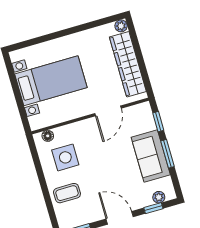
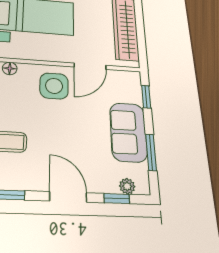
window: (167, 154) -> (151, 152), moved
side table: (65, 157) -> (54, 86), moved

